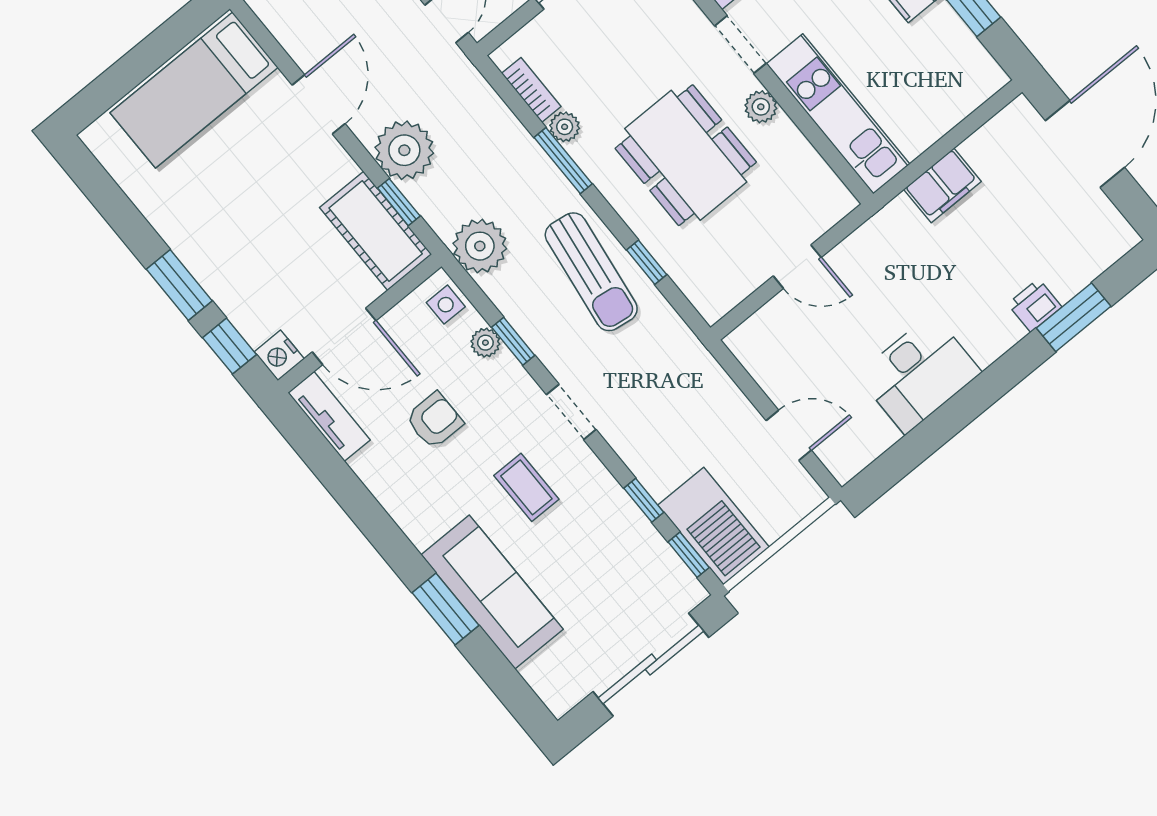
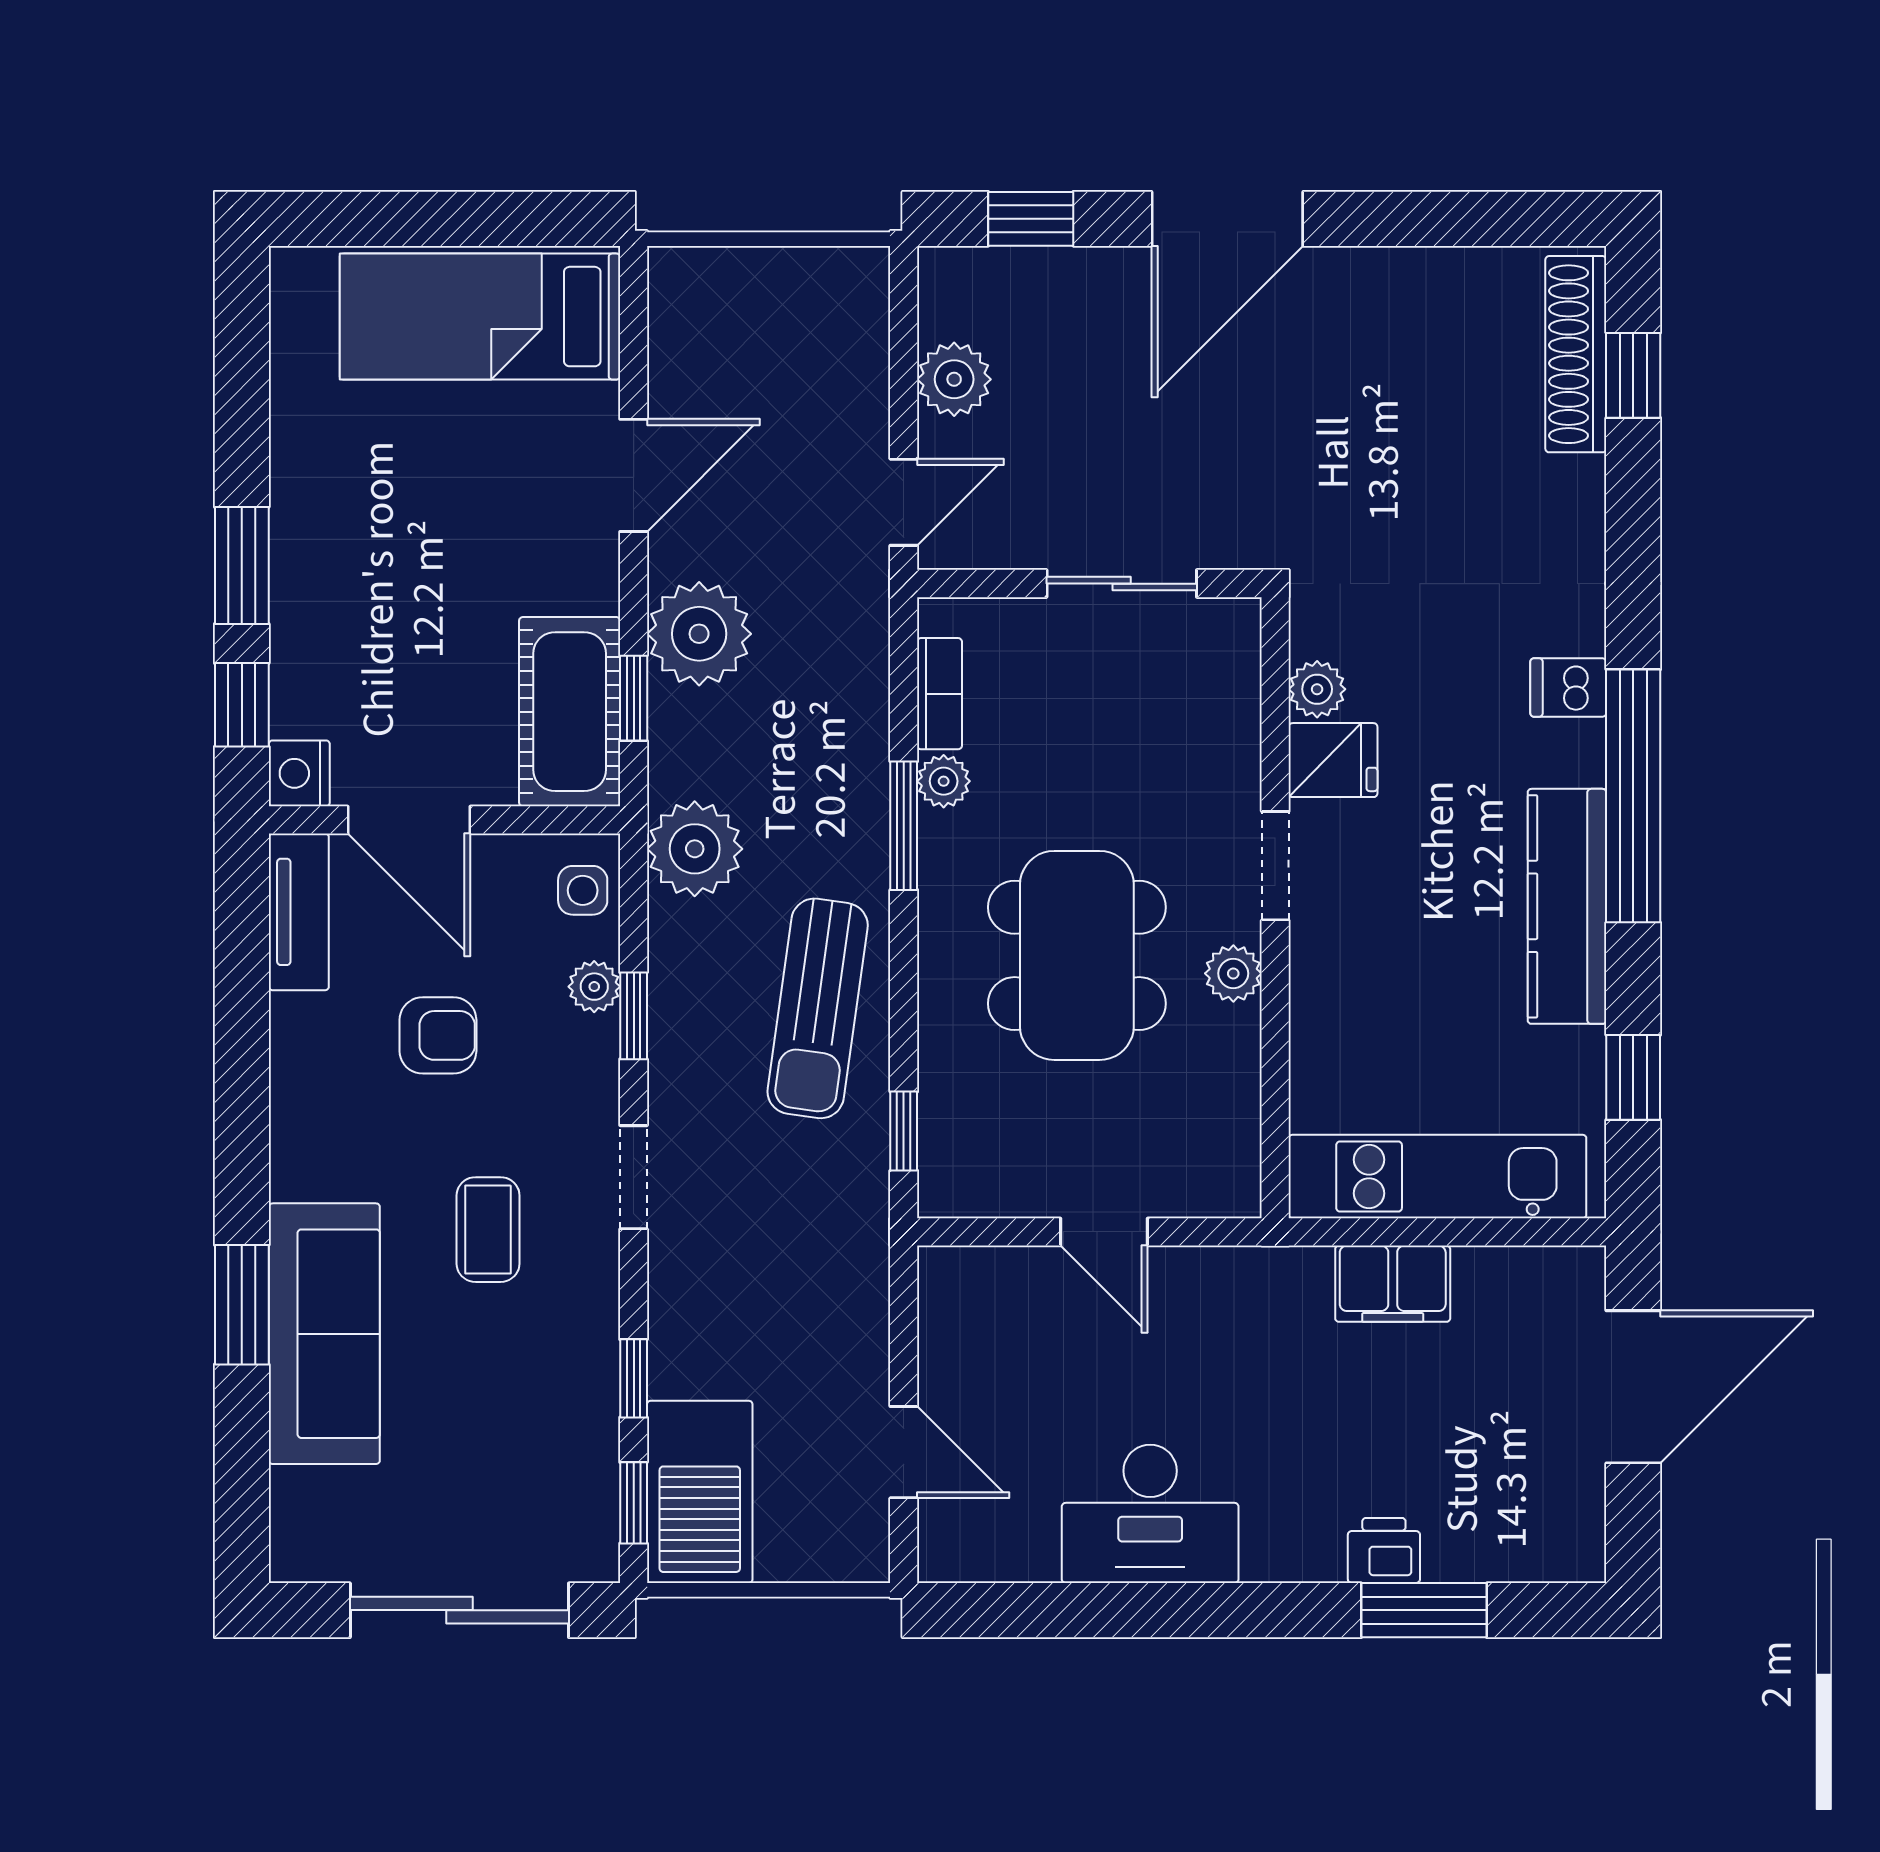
kitchen unit: (838, 114) -> (1437, 1176), moved, turned -90
window: (647, 262) -> (904, 1131), moved

